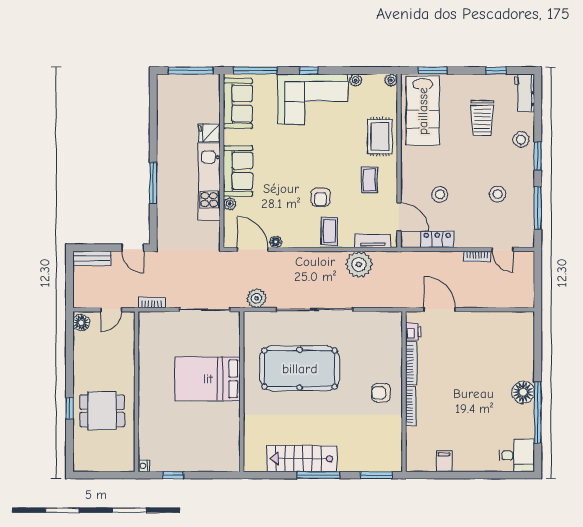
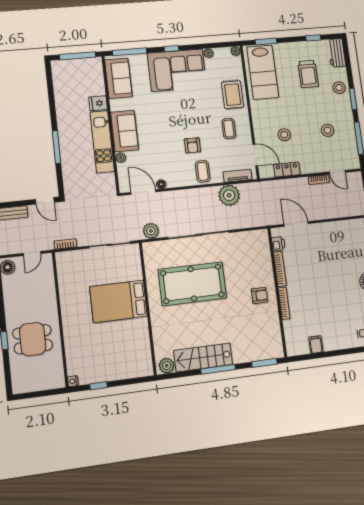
armchair: (381, 393) -> (260, 296), turned 180
plant: (257, 463) -> (167, 366), added

